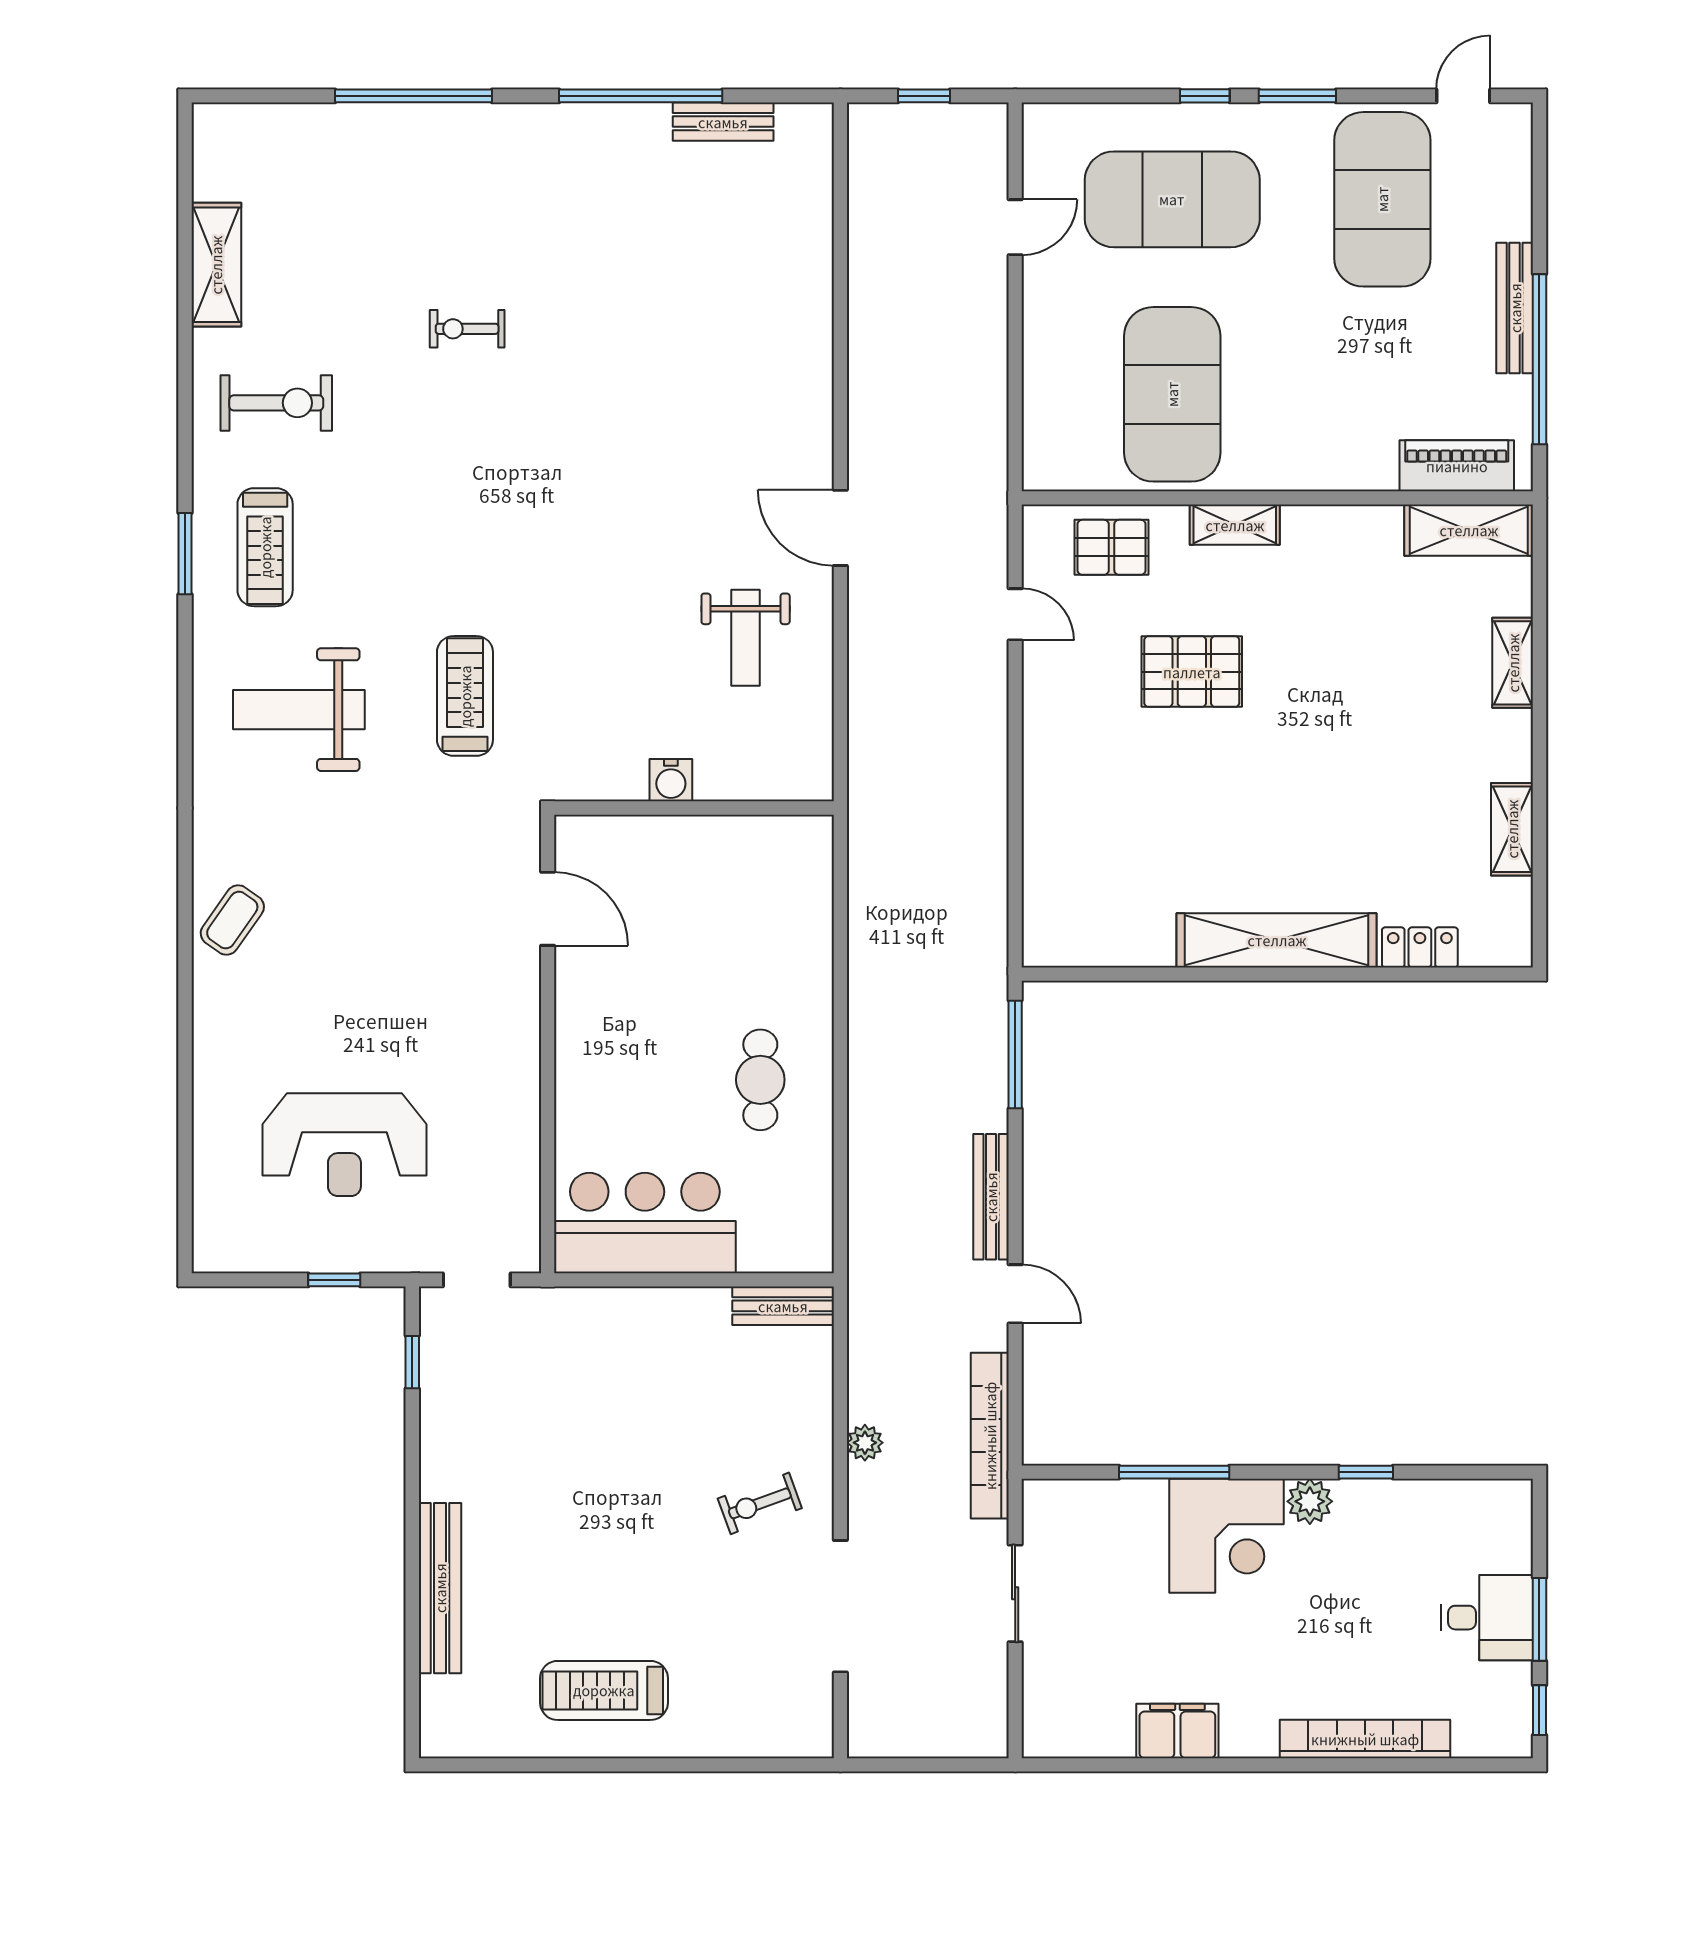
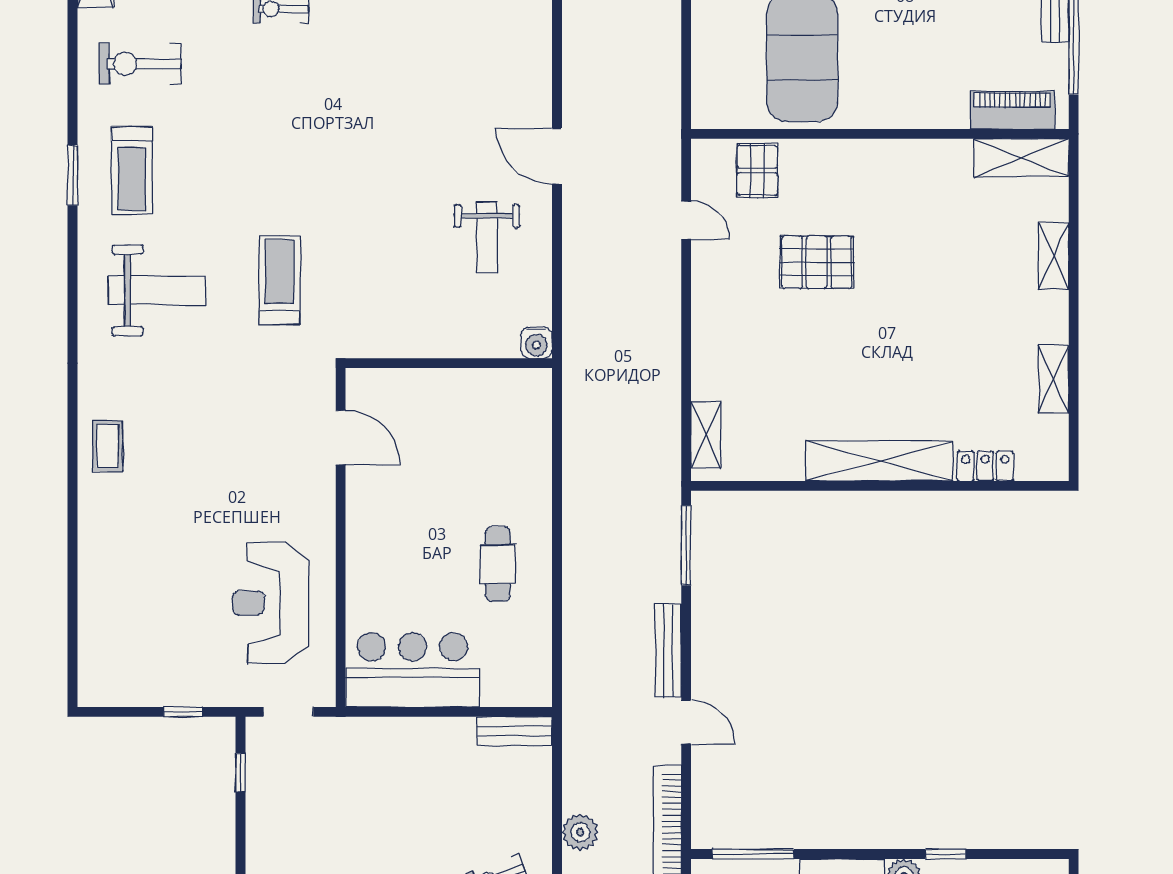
exercise bike: (276, 403) -> (140, 64), turned 180
shelving: (1235, 525) -> (706, 435), moved, turned 90
pallet: (1112, 547) -> (757, 170), turned 90
weight bench: (299, 710) -> (157, 290), turned 180
water cooler: (671, 780) -> (536, 343), moved
coffee table: (232, 920) -> (108, 446), turned -35
reception desk: (344, 1145) -> (270, 603), moved, turned 90
plant: (865, 1443) -> (580, 832), width x1.38, depth x1.38
window: (1174, 1472) -> (753, 854), moved

